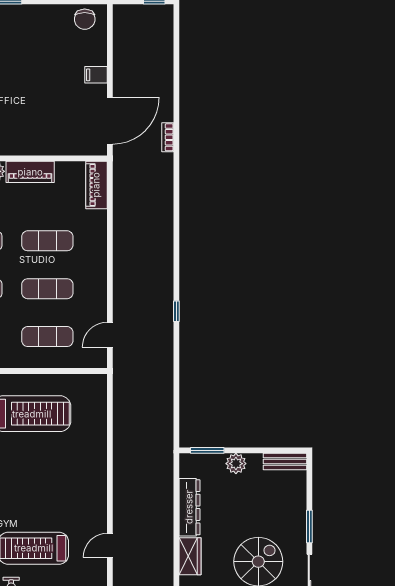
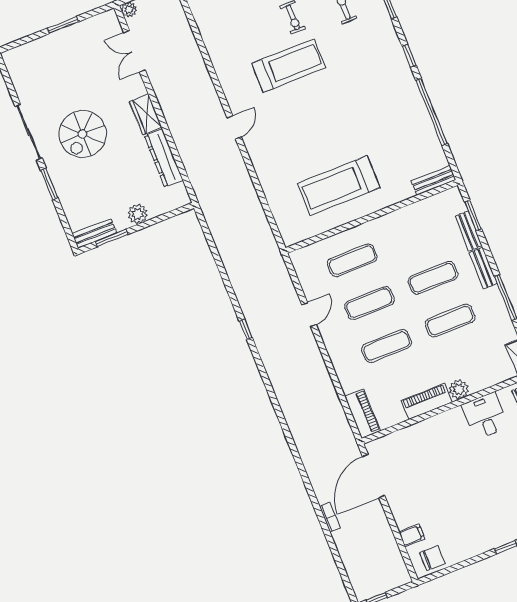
chair: (85, 19) -> (432, 558), turned 90
filing cabinet: (96, 75) -> (412, 535), moved
bookcase: (168, 137) -> (330, 517), moved
door: (110, 335) -> (309, 315), moved
window: (207, 450) -> (112, 238), moved
door: (110, 545) -> (234, 127), moved

